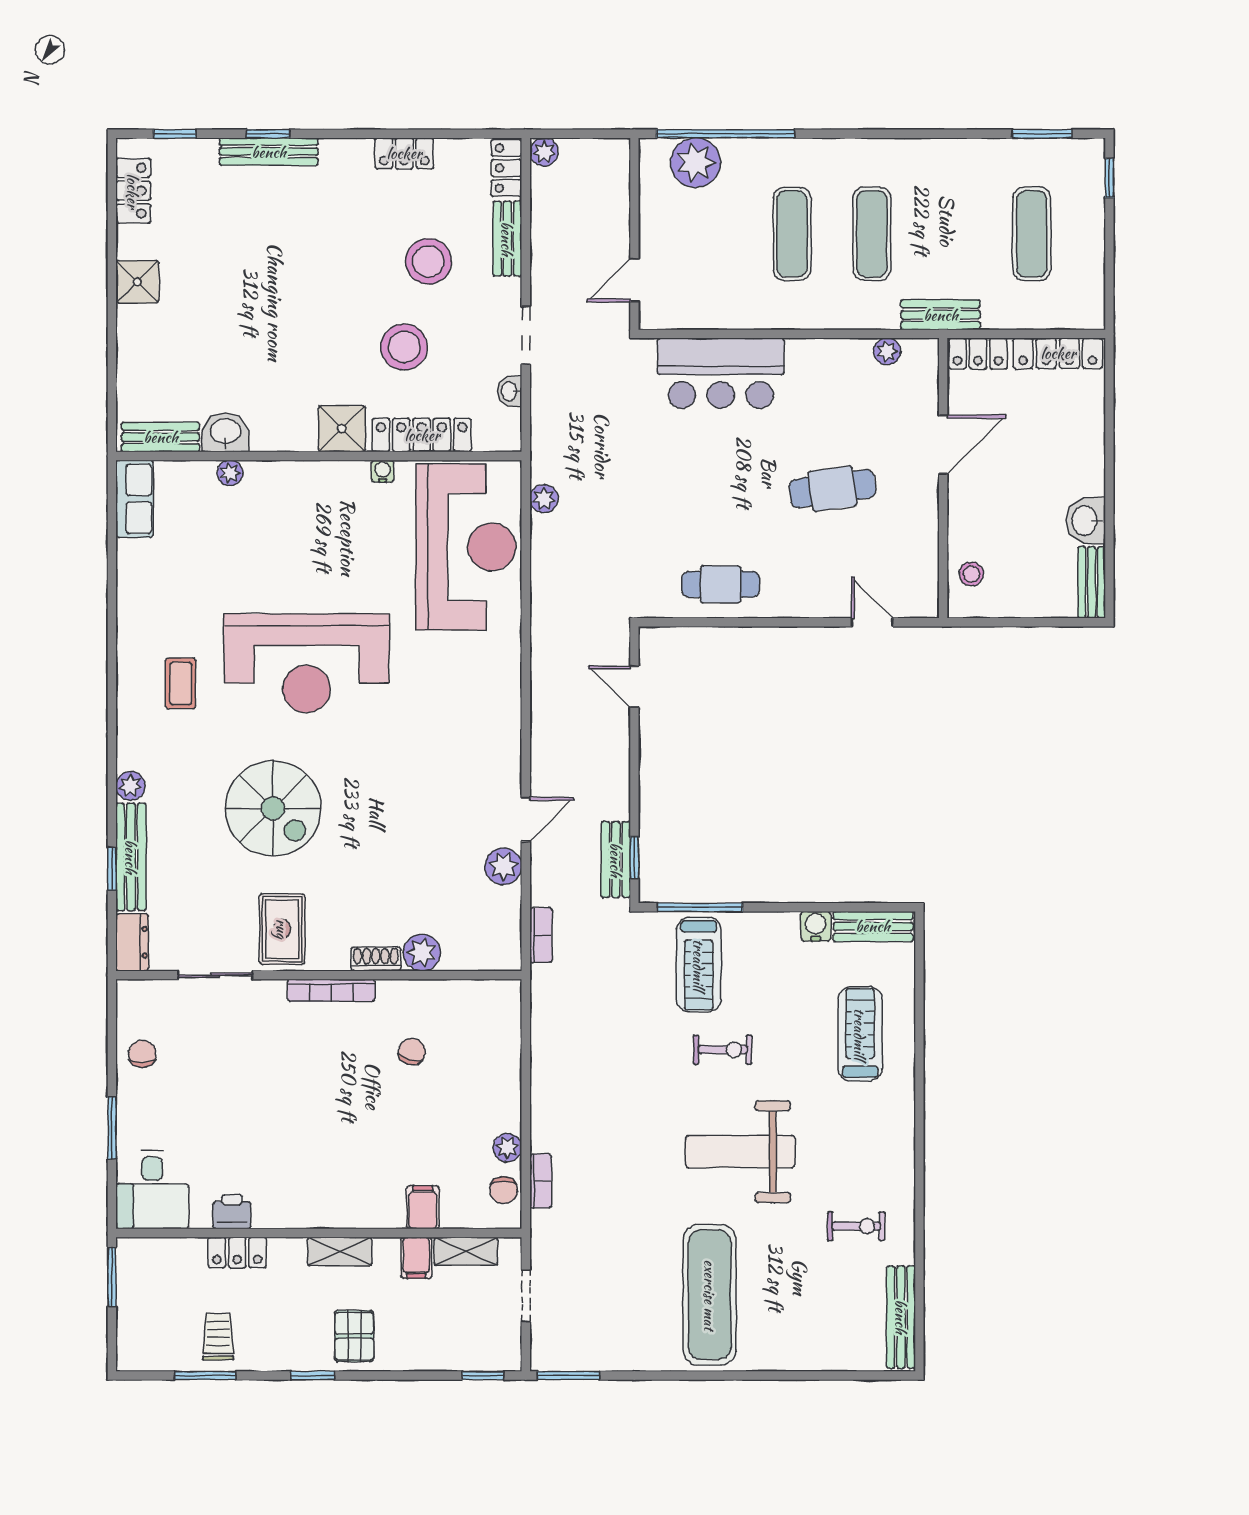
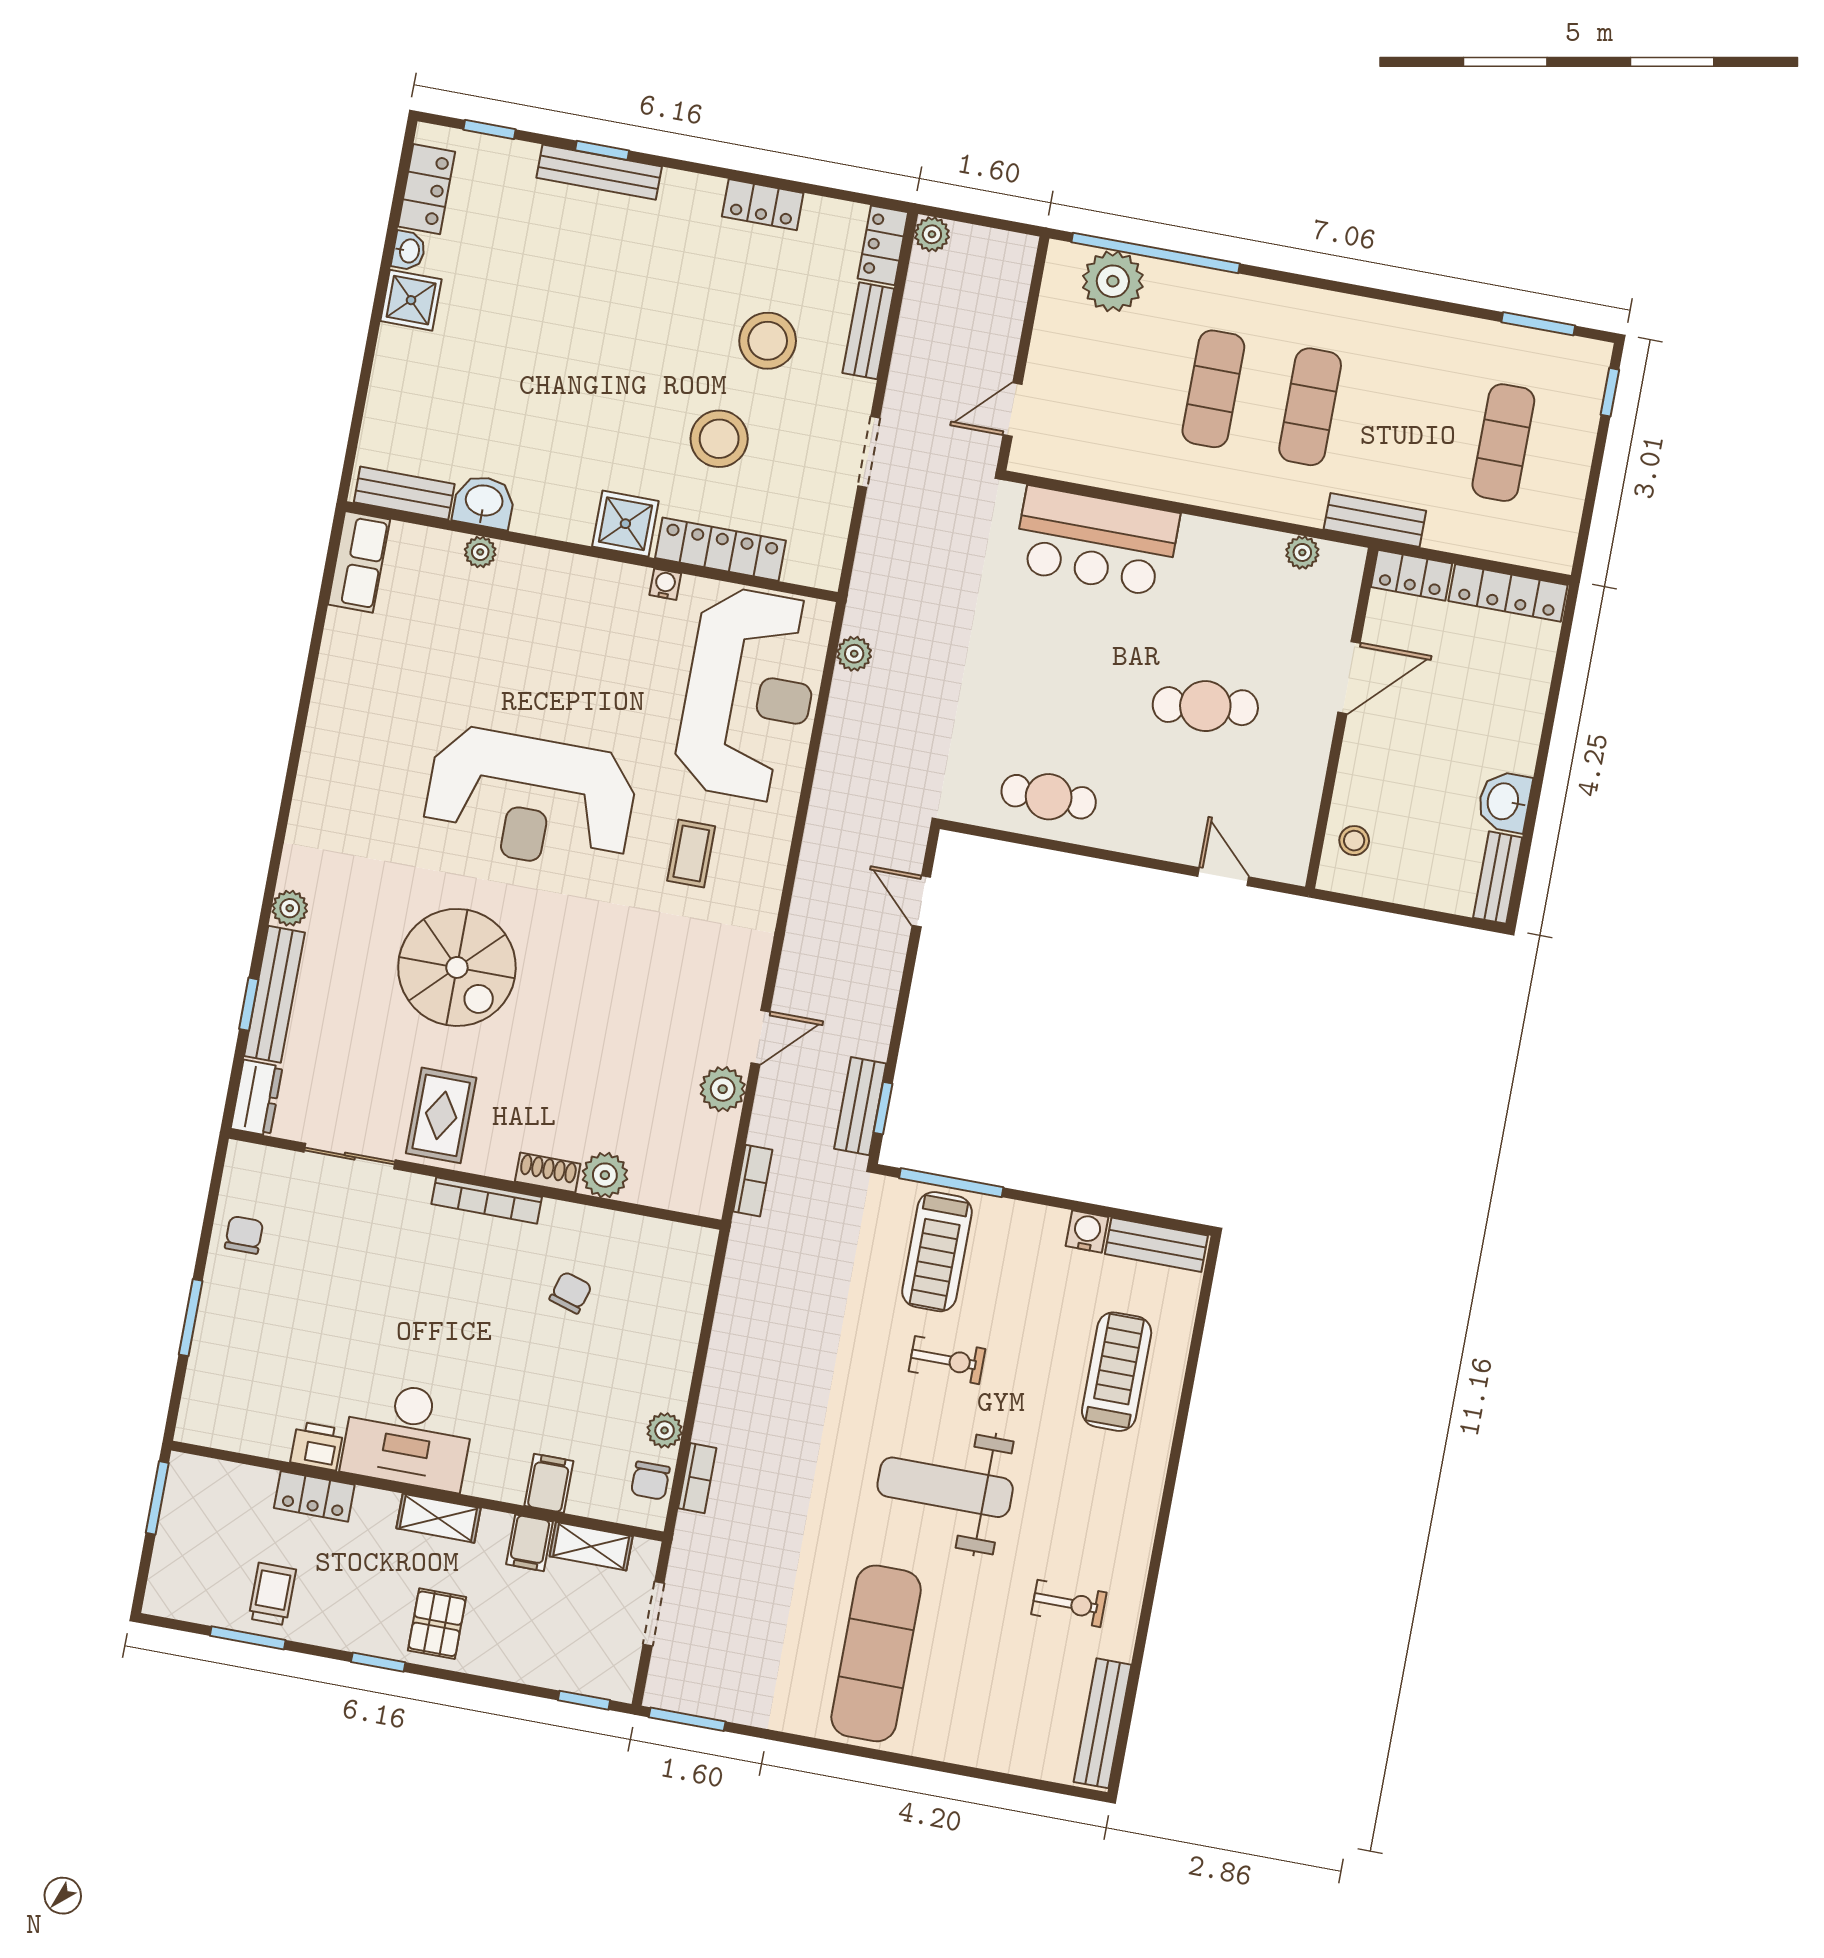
washbasin: (510, 391) -> (409, 251), moved, turned 180
coffee table: (181, 683) -> (691, 853), moved
desk: (152, 1190) -> (408, 1435), moved, width x1.37

